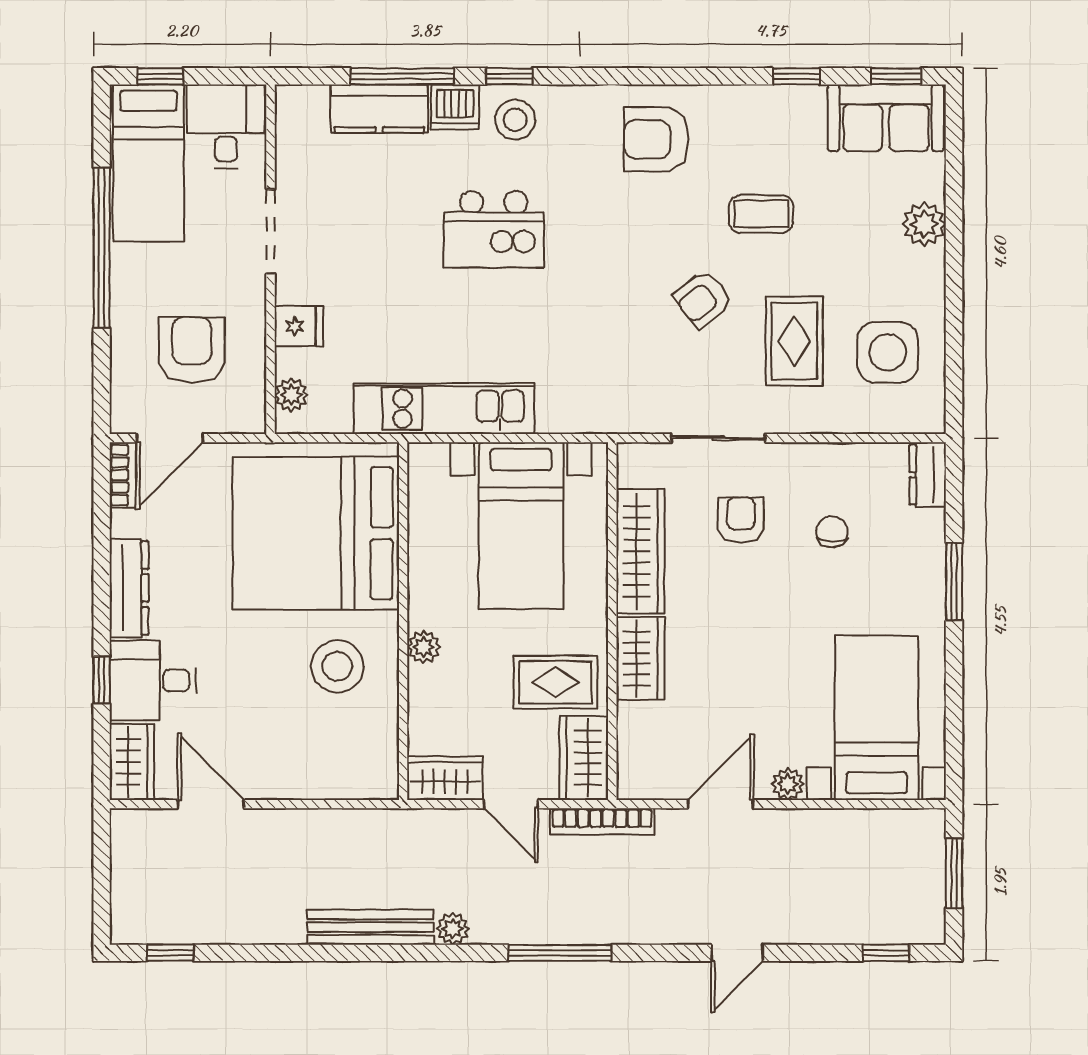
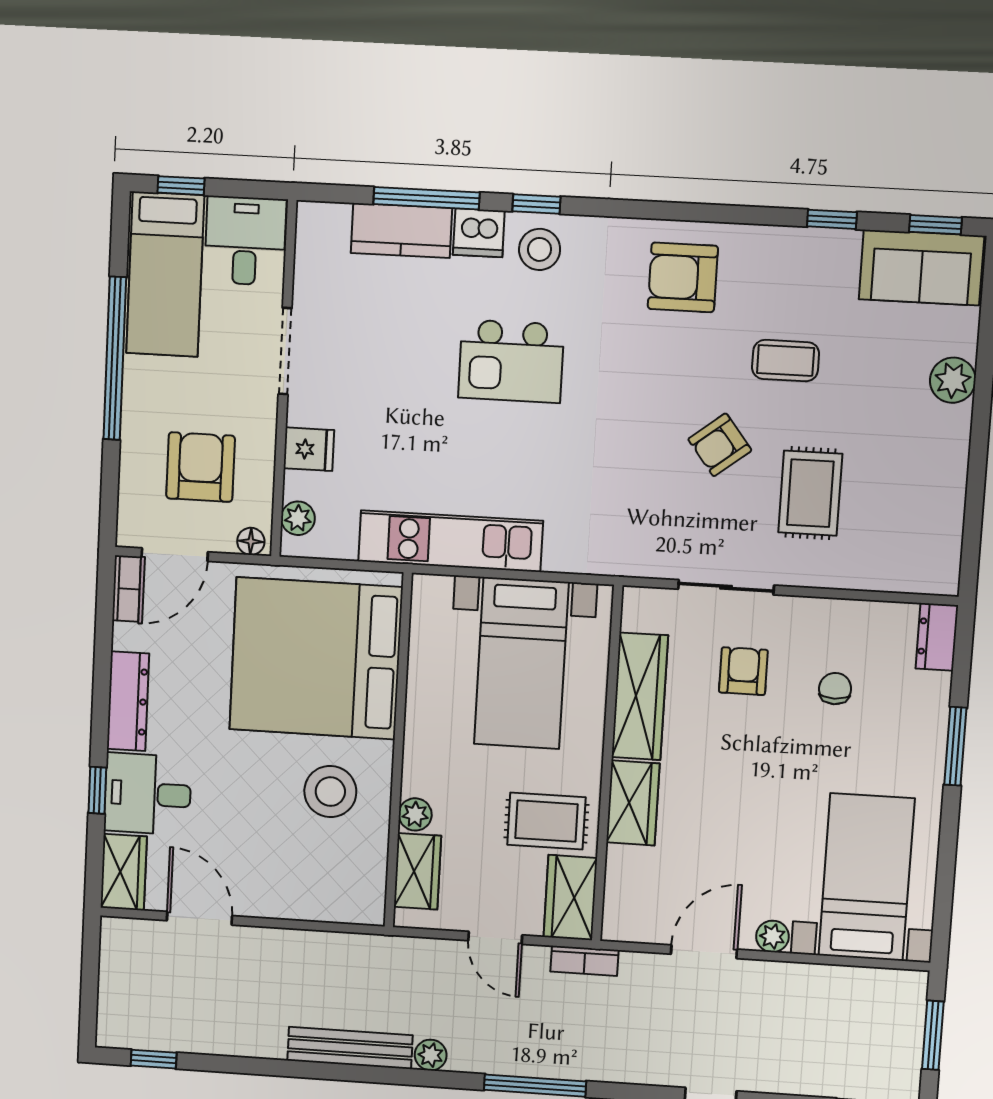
side table: (888, 352) -> (905, 510), removed
floor lamp: (245, 421) -> (251, 541), added
plant: (424, 647) -> (415, 814), moved
wardrobe: (445, 778) -> (417, 871), moved, turned 90
bookcase: (602, 821) -> (584, 961), width x0.64

